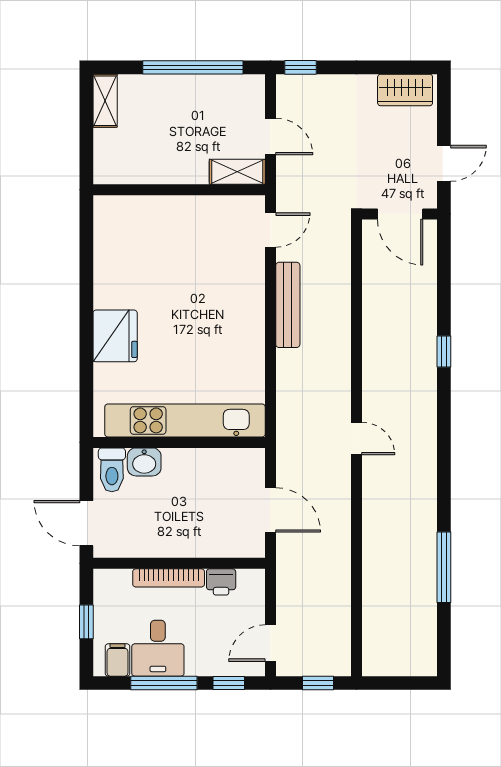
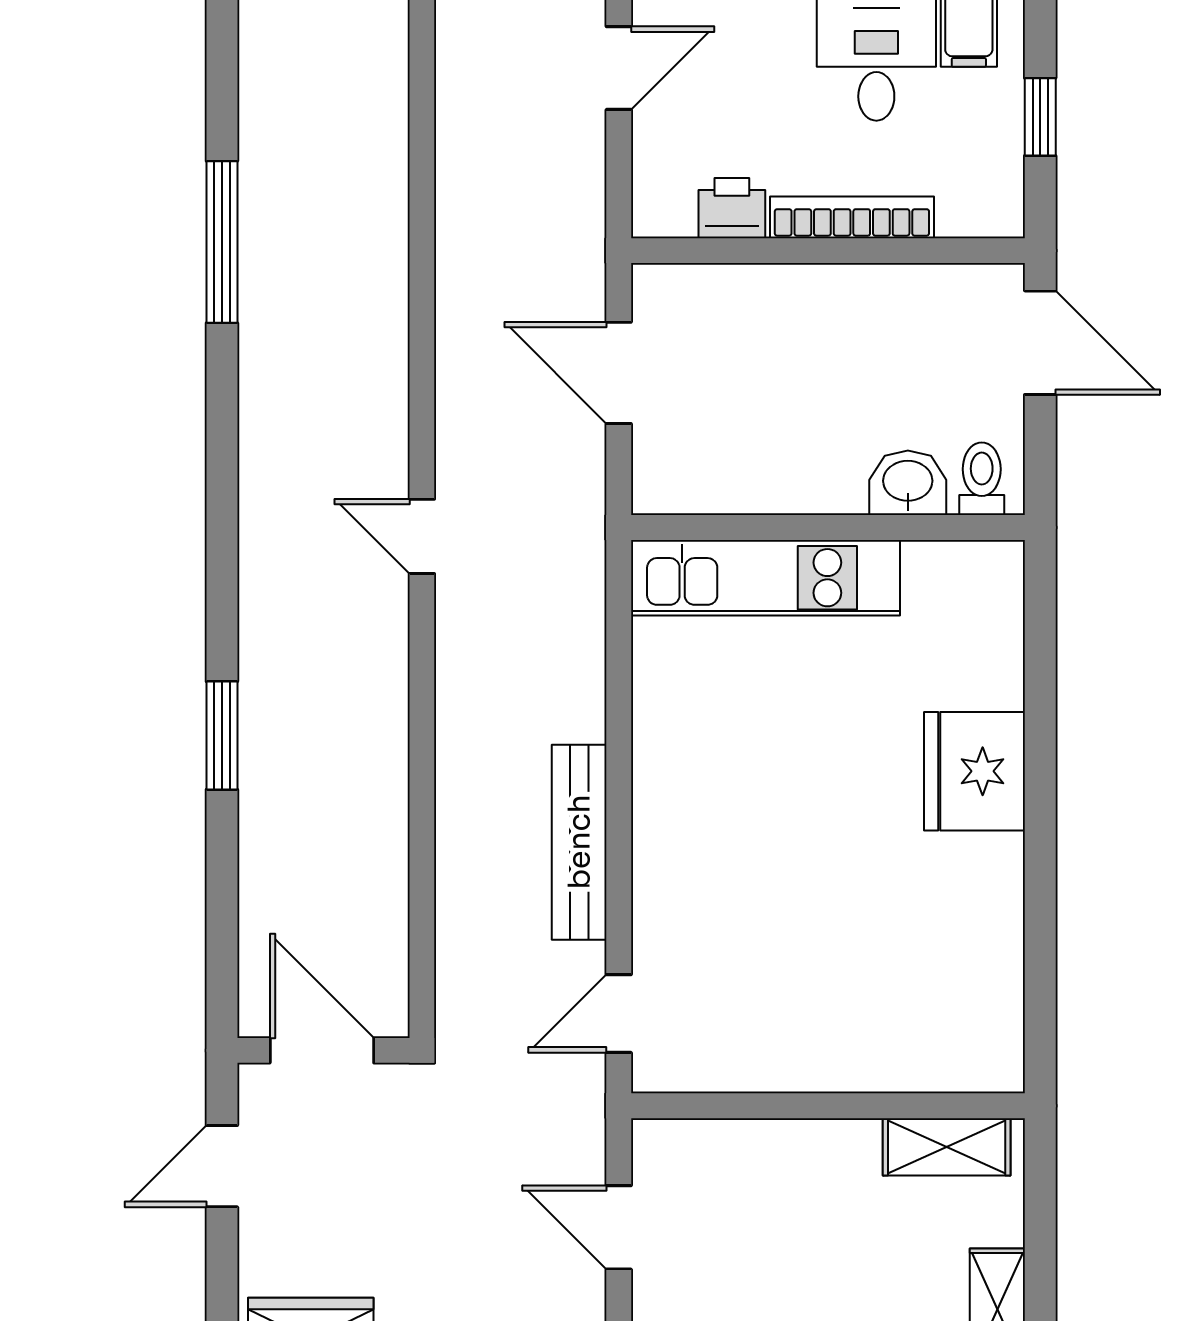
shelving: (237, 172) -> (947, 1147), moved
window: (444, 351) -> (222, 736), width x1.50
kitchen unit: (185, 420) -> (766, 578), width x0.73
toilet: (112, 470) -> (982, 479), width x0.73, depth x0.72

